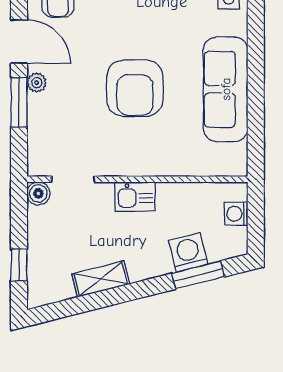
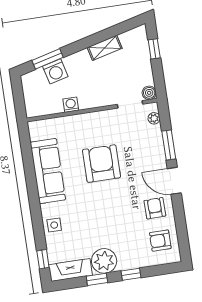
plant: (37, 83) -> (154, 118), moved
kitchen sink: (135, 196) -> (92, 100), removed
washing machine: (236, 214) -> (71, 105), moved, turned -90

